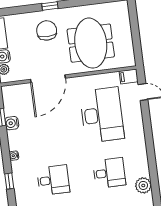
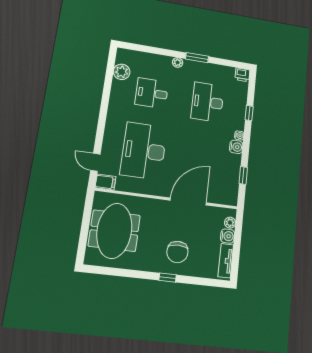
meeting table: (91, 43) -> (114, 231), moved
water cooler: (12, 123) -> (236, 147), moved
desk: (53, 180) -> (208, 102), width x1.37

